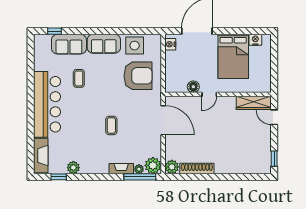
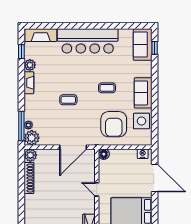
sofa: (69, 44) -> (143, 44), moved
coffee table: (79, 78) -> (107, 88), moved
floor lamp: (193, 87) -> (104, 154), moved
fireplace: (121, 169) -> (29, 83), moved

